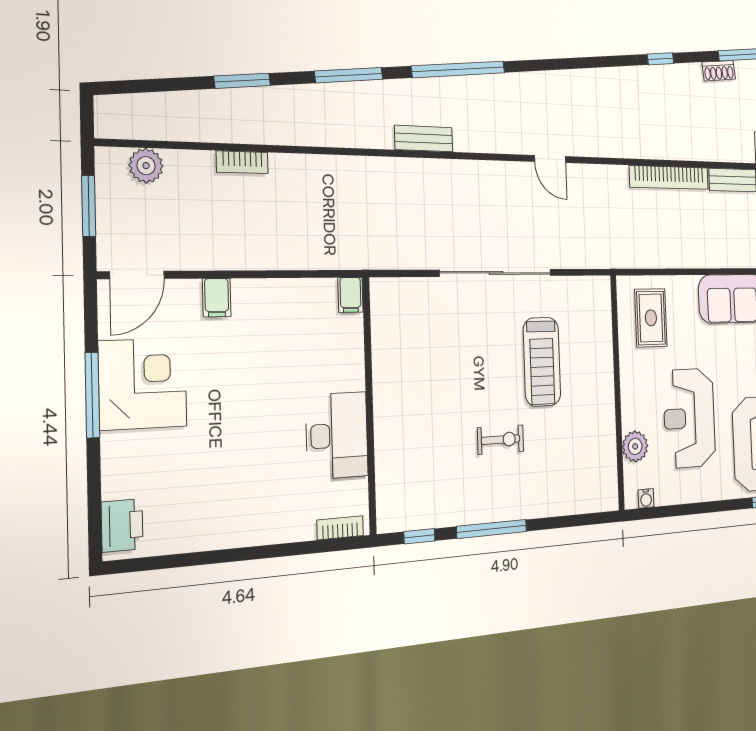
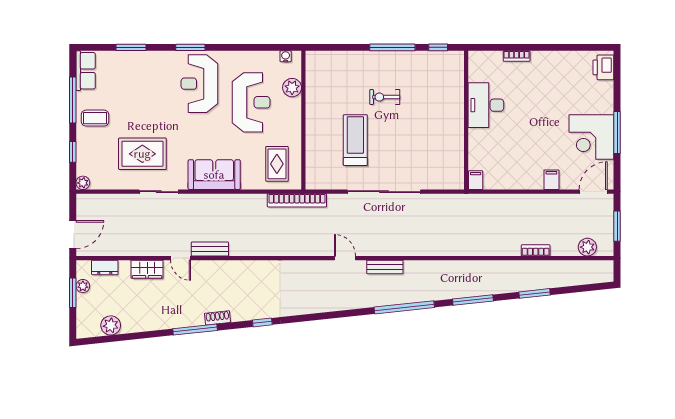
bench: (424, 139) -> (385, 267), moved
bookcase: (669, 178) -> (297, 200), moved, turned 180
bookcase: (340, 528) -> (517, 56), moved

